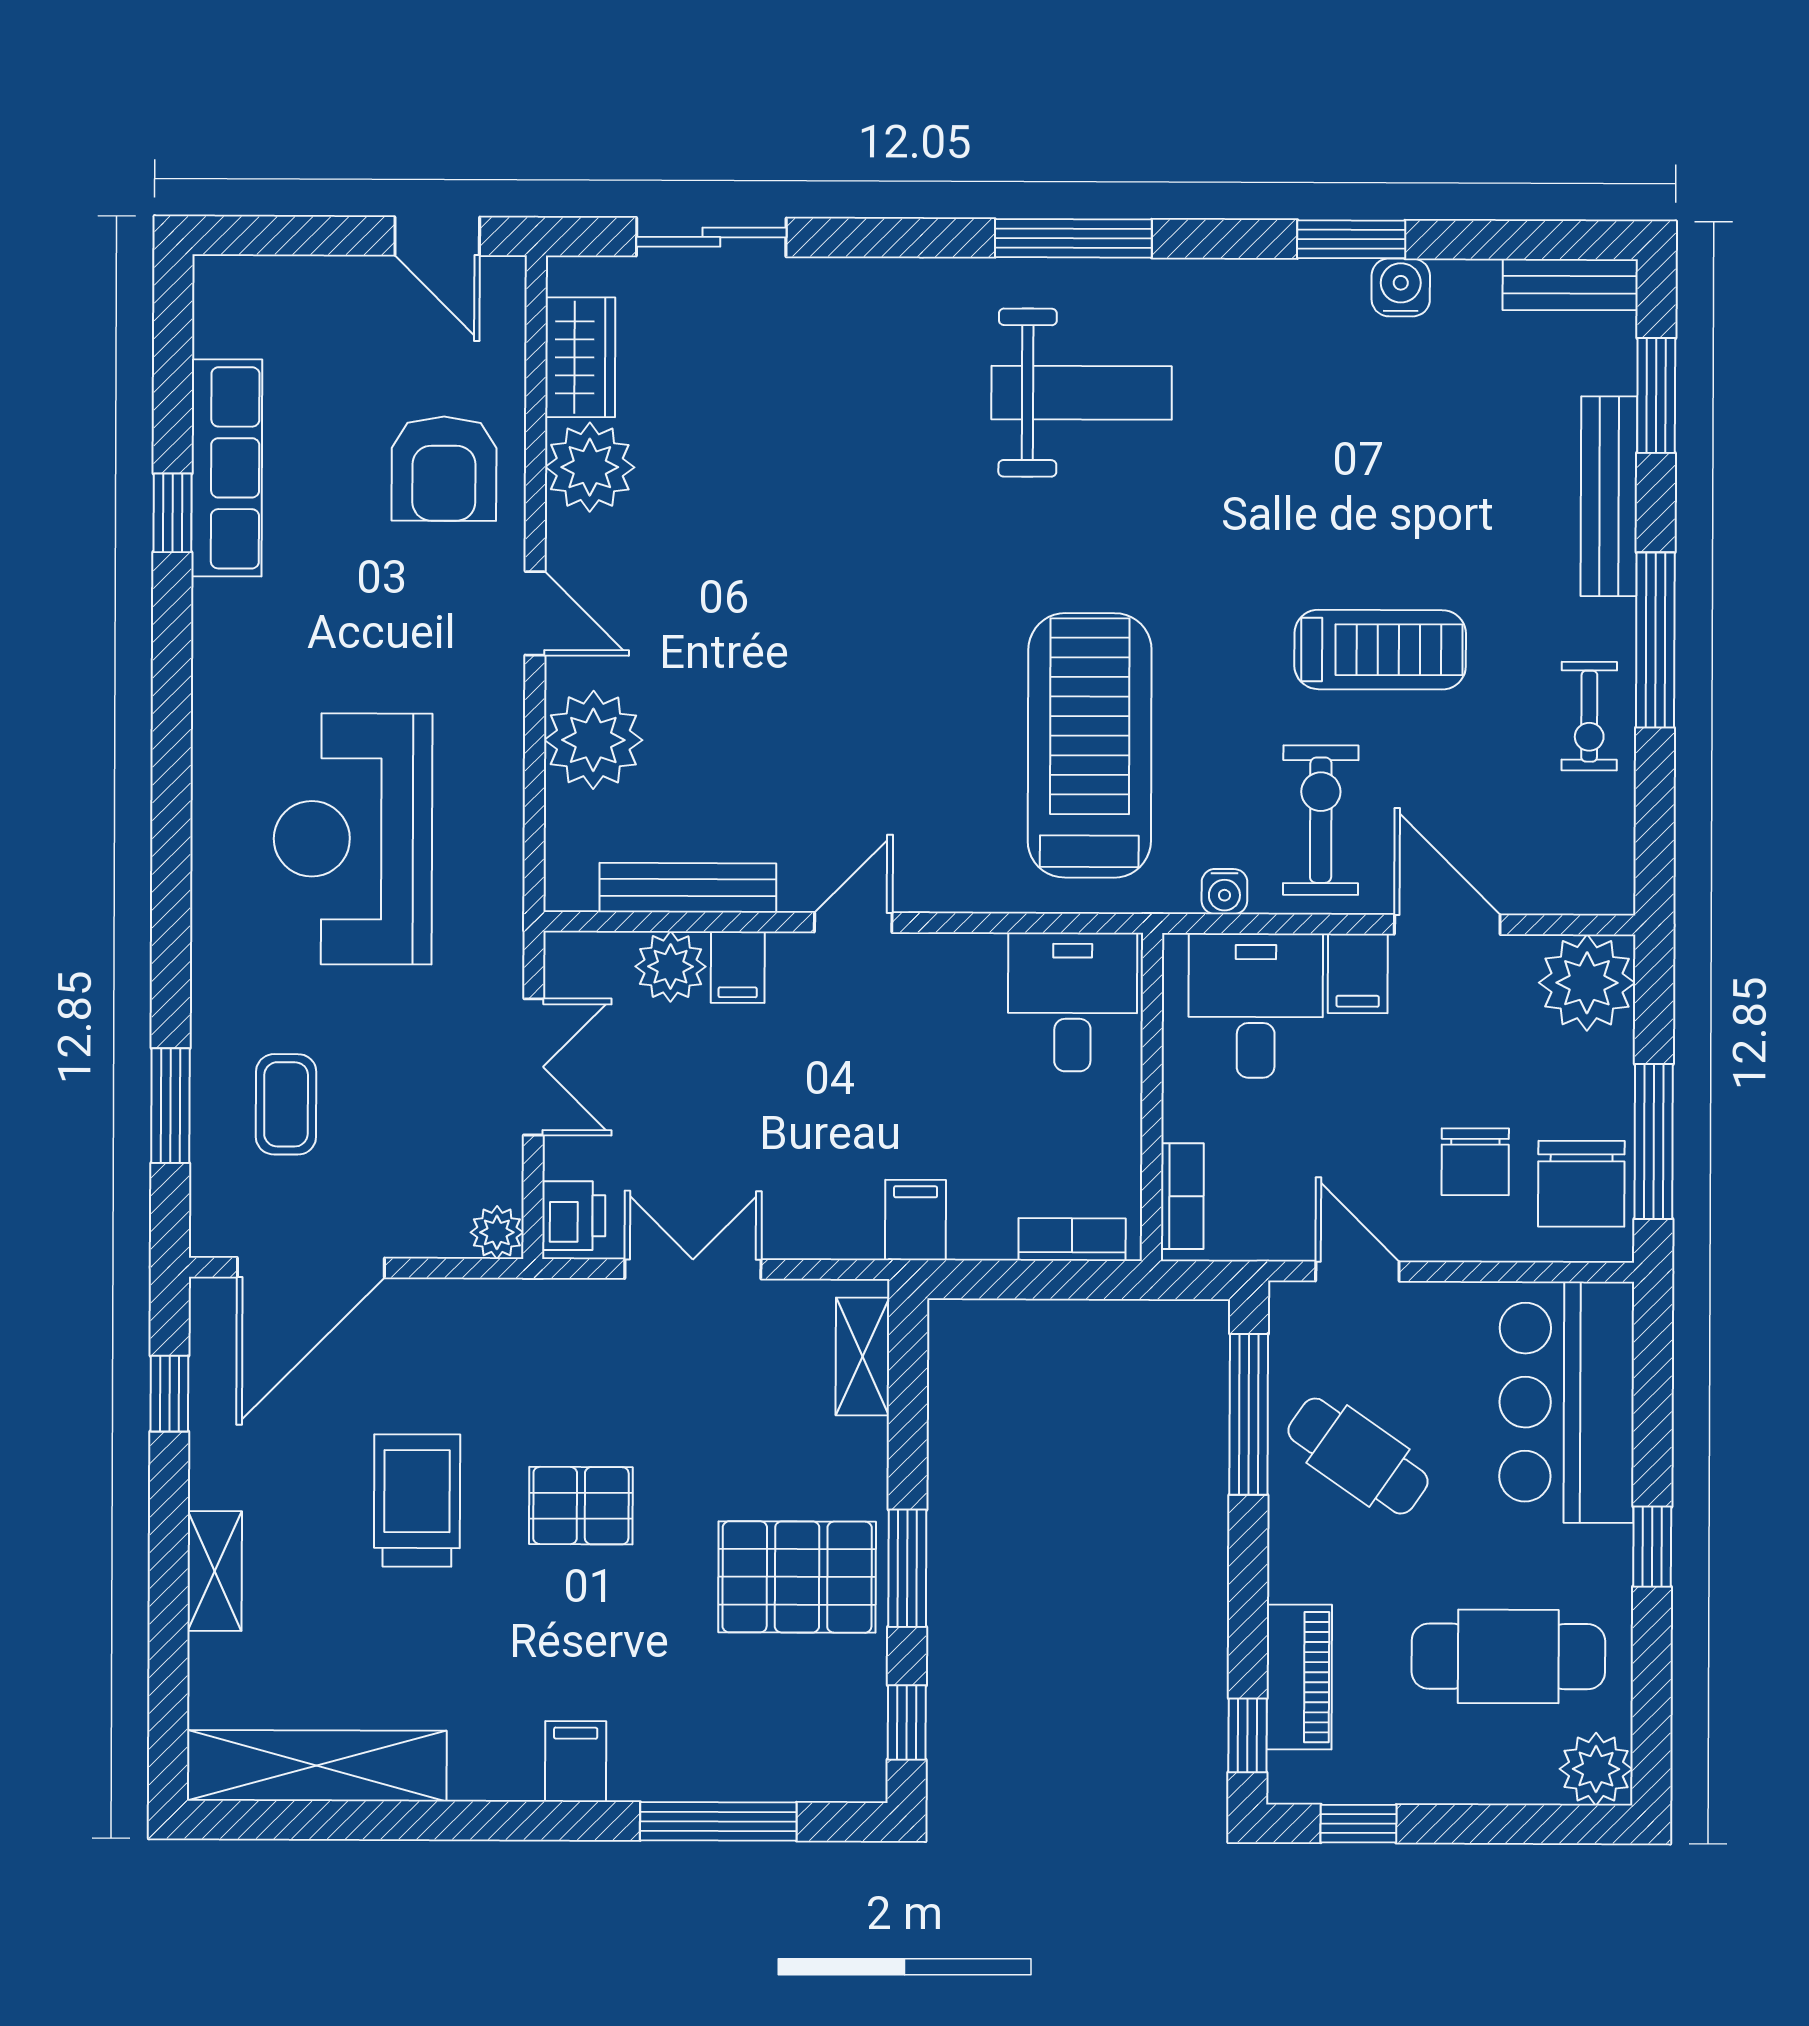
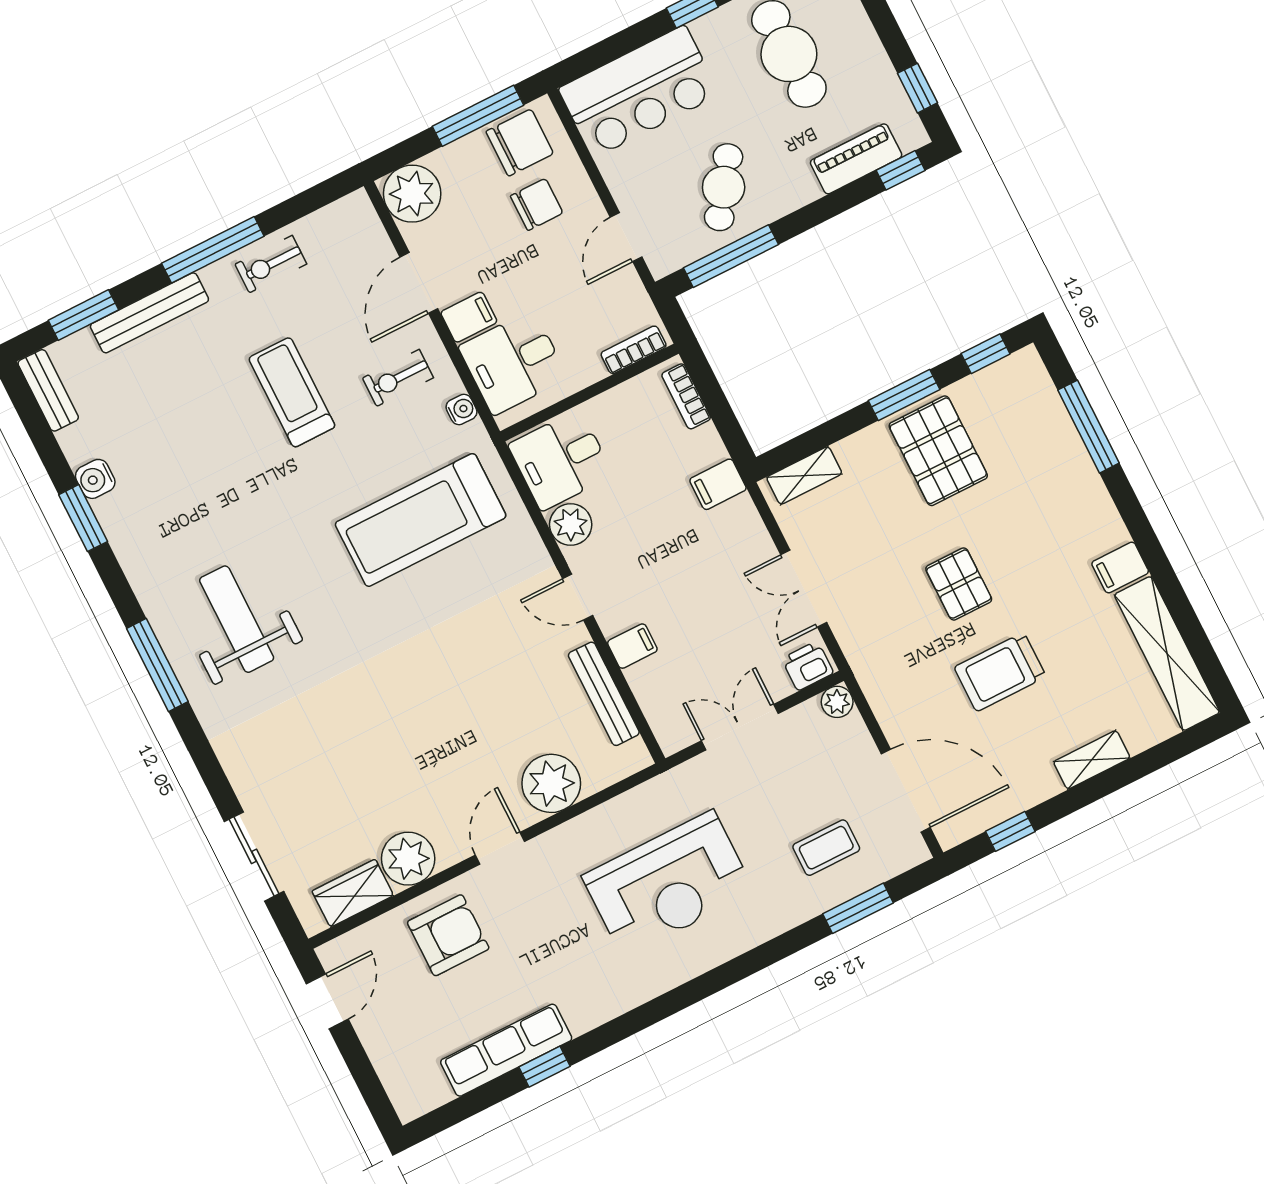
exercise bike: (1589, 716) -> (271, 264), turned 180
exercise bike: (1321, 820) -> (398, 378), width x0.73, depth x0.72
plant: (671, 967) -> (571, 524), moved
filing cabinet: (576, 1761) -> (1120, 567), moved

